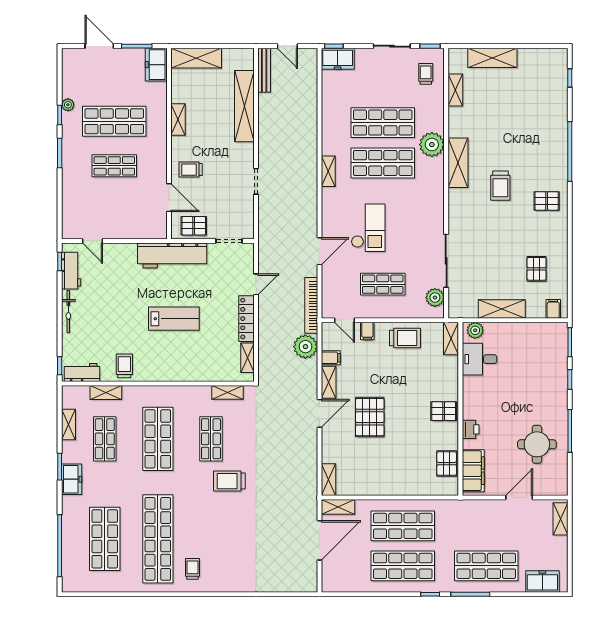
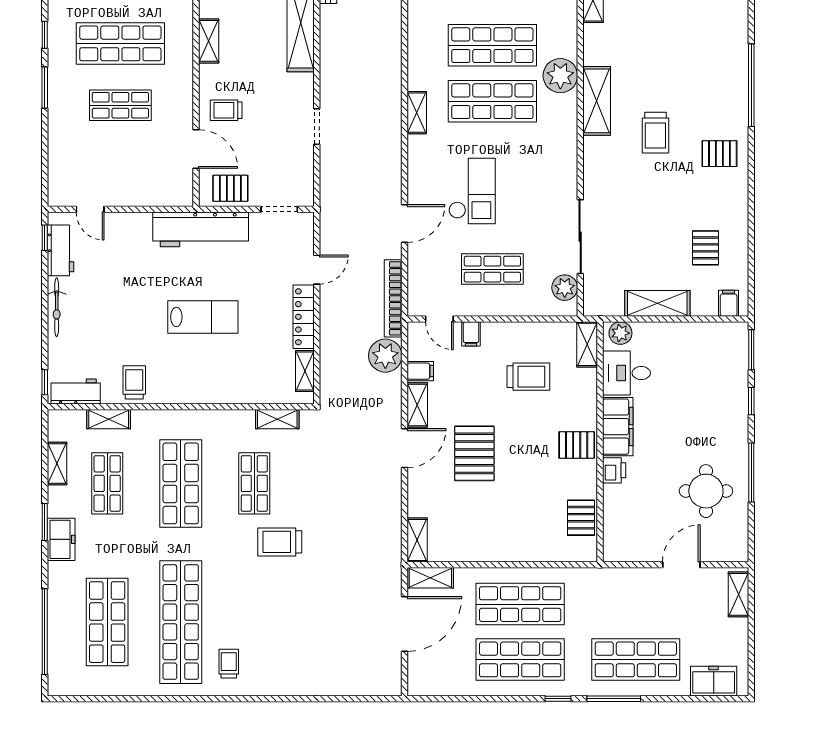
plant: (68, 105) -> (56, 21), removed
trolley: (405, 338) -> (528, 377), moved
filing cabinet: (473, 471) -> (618, 427), moved

